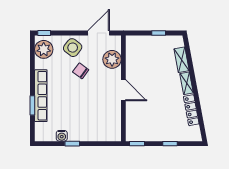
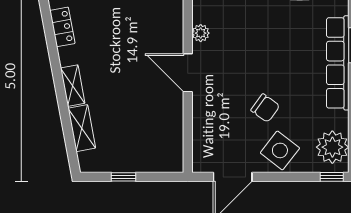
plant: (112, 59) -> (201, 33), moved, width x0.53, depth x0.53
locker: (191, 110) -> (62, 27), width x0.66

